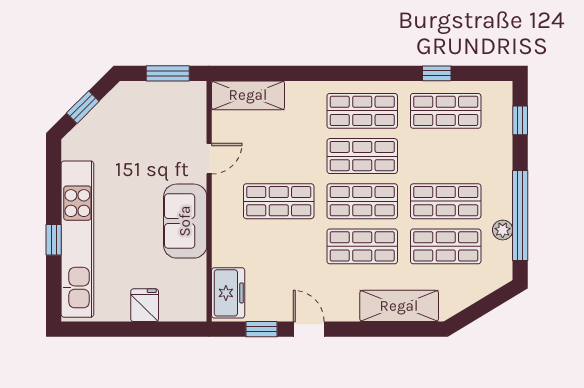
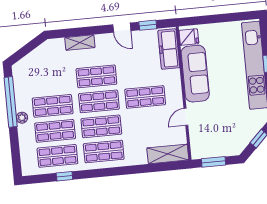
window: (520, 120) -> (16, 155), removed
sofa: (185, 221) -> (195, 74), width x1.36
plant: (503, 230) -> (22, 118), moved
shop shelf: (446, 246) -> (55, 131), moved
freezer: (228, 293) -> (169, 49), width x1.40
fridge: (145, 305) -> (189, 37), moved, turned -90
shelving: (399, 306) -> (80, 43), width x0.67, depth x0.75

